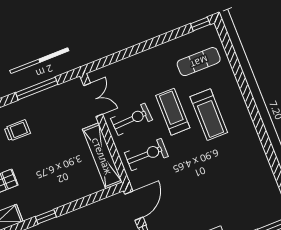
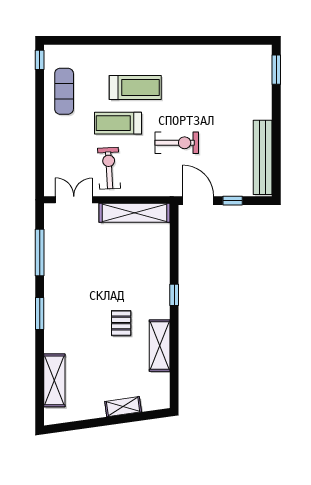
exercise mat: (199, 62) -> (64, 91), moved
trolley: (17, 130) -> (75, 289), removed
exercise bike: (146, 155) -> (177, 143), moved, turned 90

